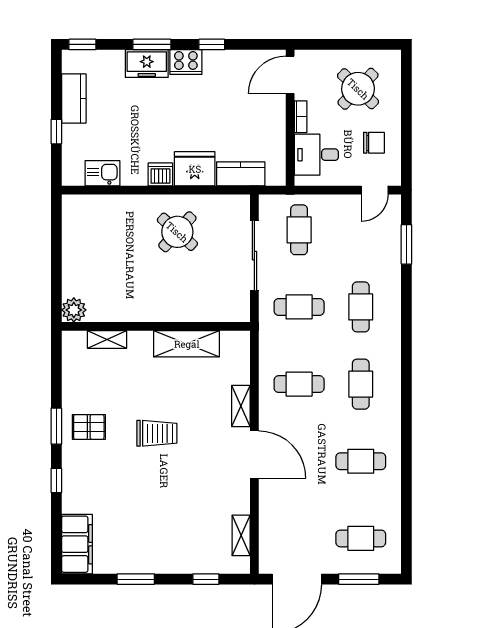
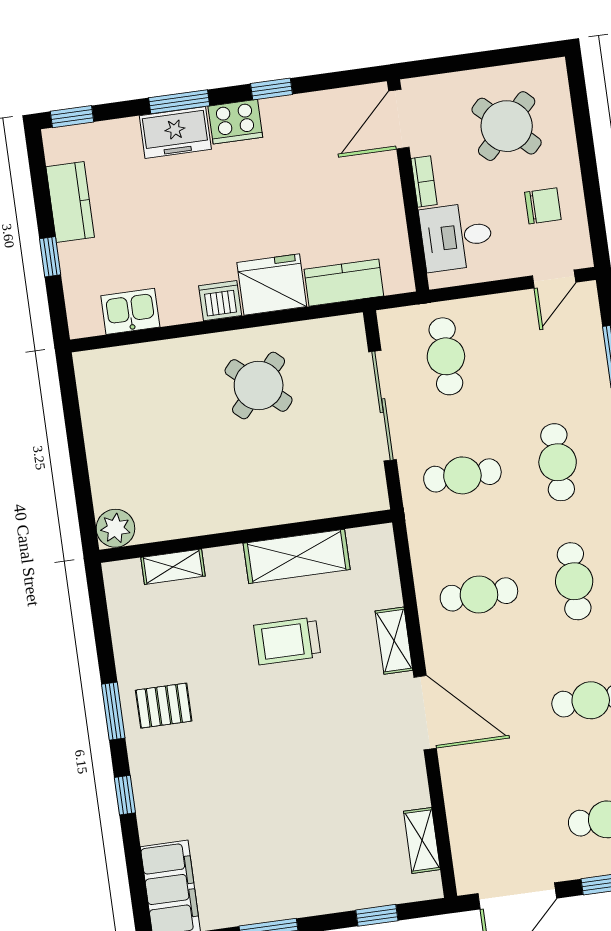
trolley: (157, 433) -> (287, 641), moved, turned 180

